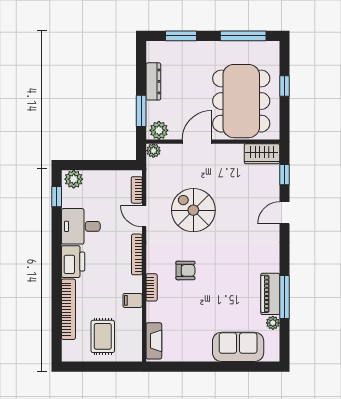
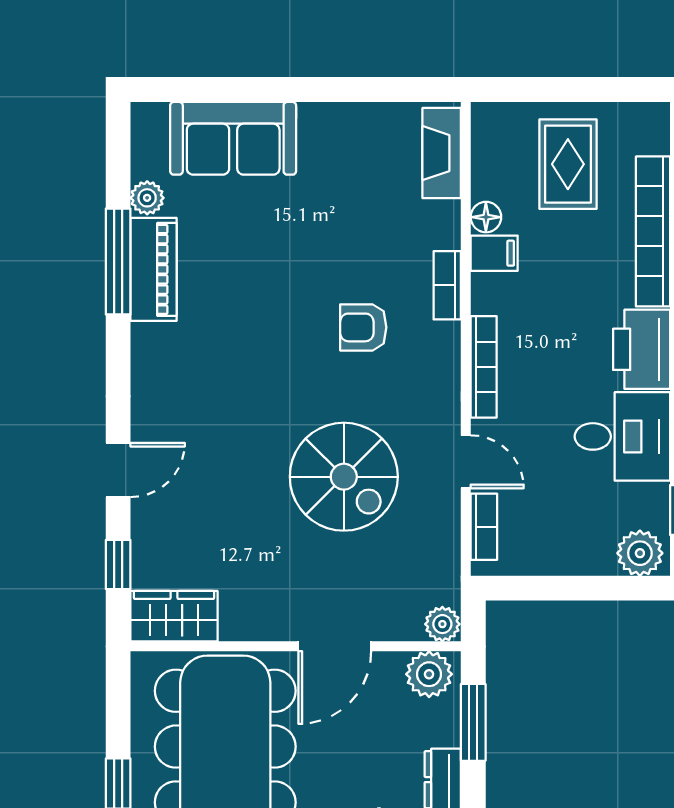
floor lamp: (136, 315) -> (486, 217), added

